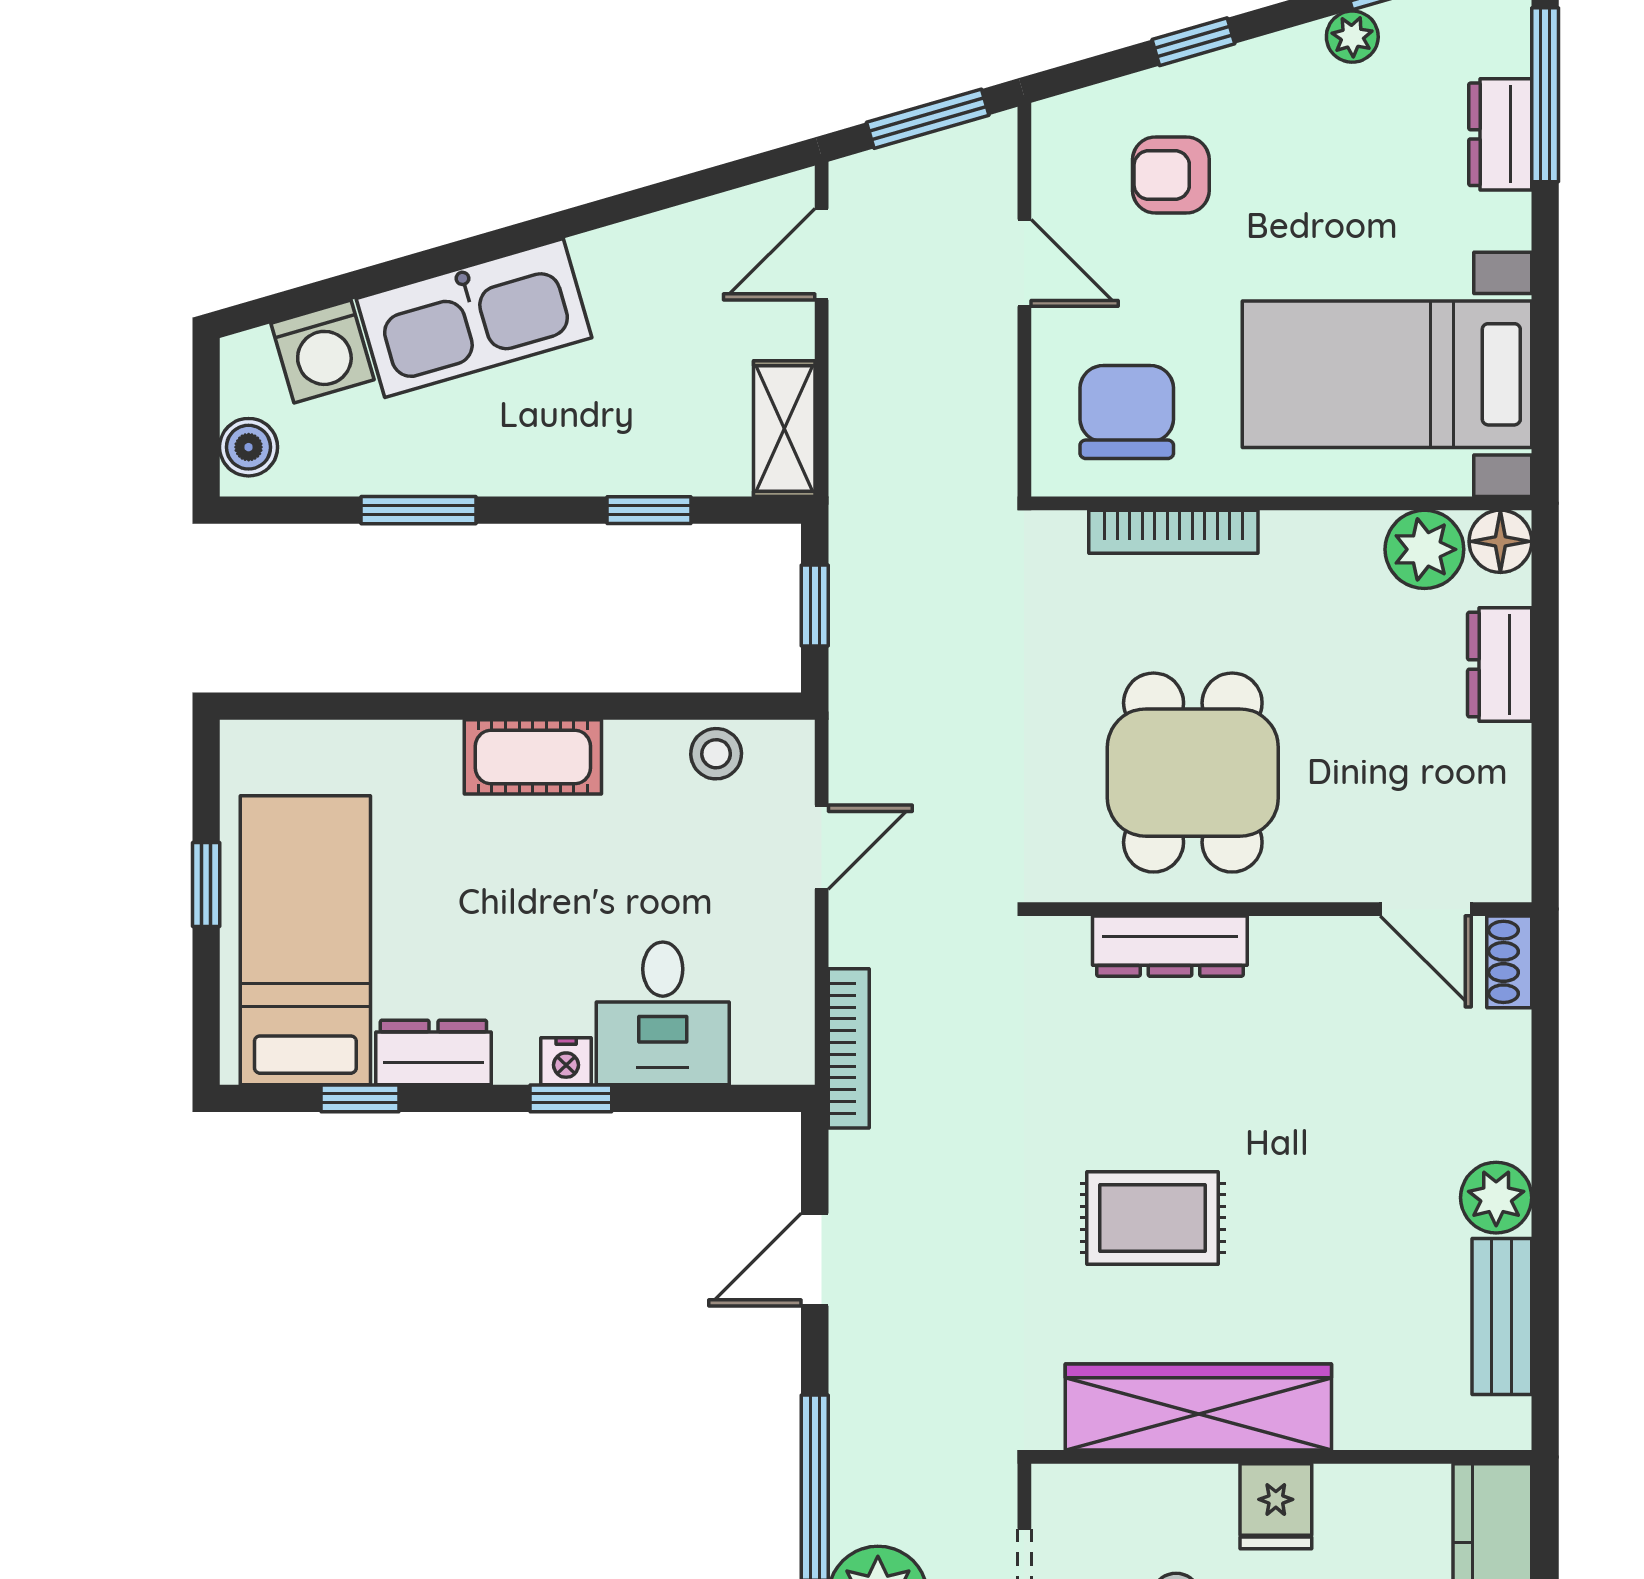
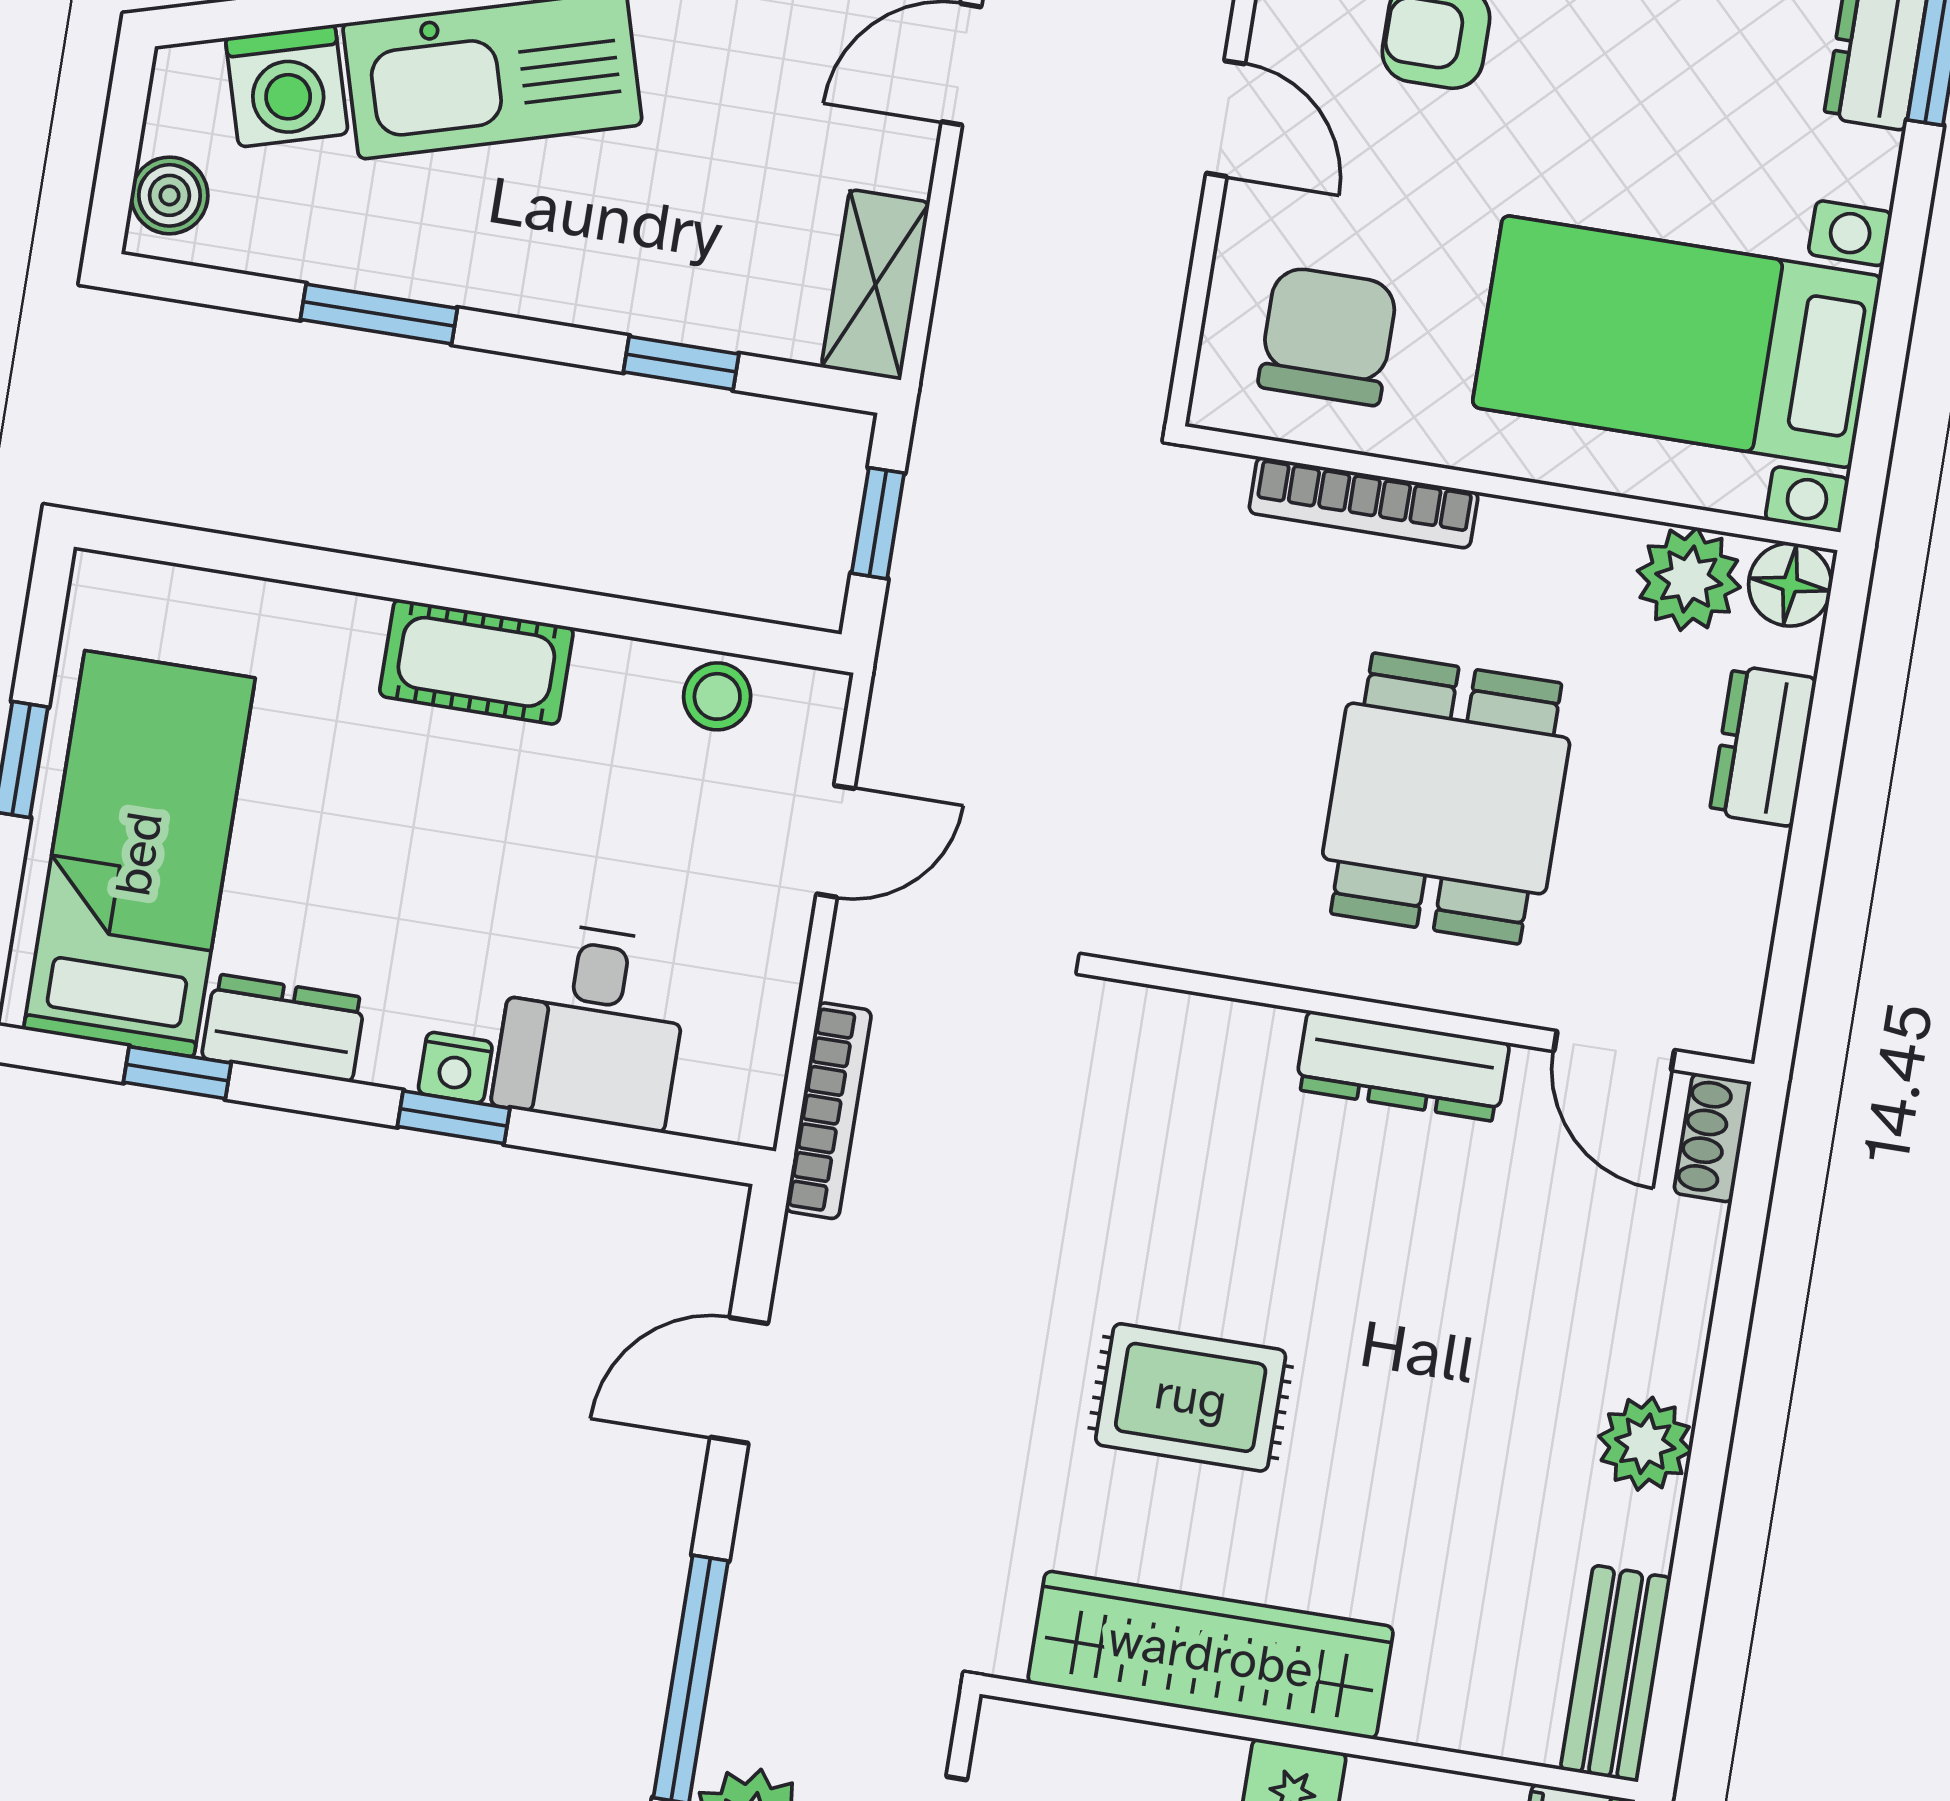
dining table: (1193, 773) -> (1446, 798), moved
dresser: (1170, 946) -> (1402, 1066), moved
bench: (1502, 1317) -> (1616, 1673), moved

